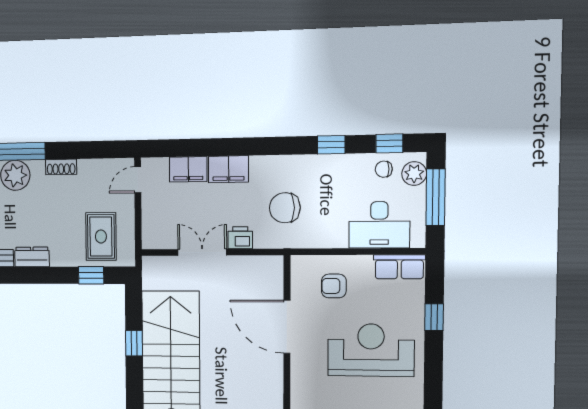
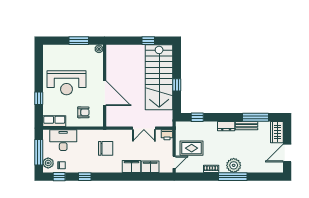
rug: (101, 236) -> (192, 148), moved, turned 90
printer: (240, 238) -> (167, 135), moved

